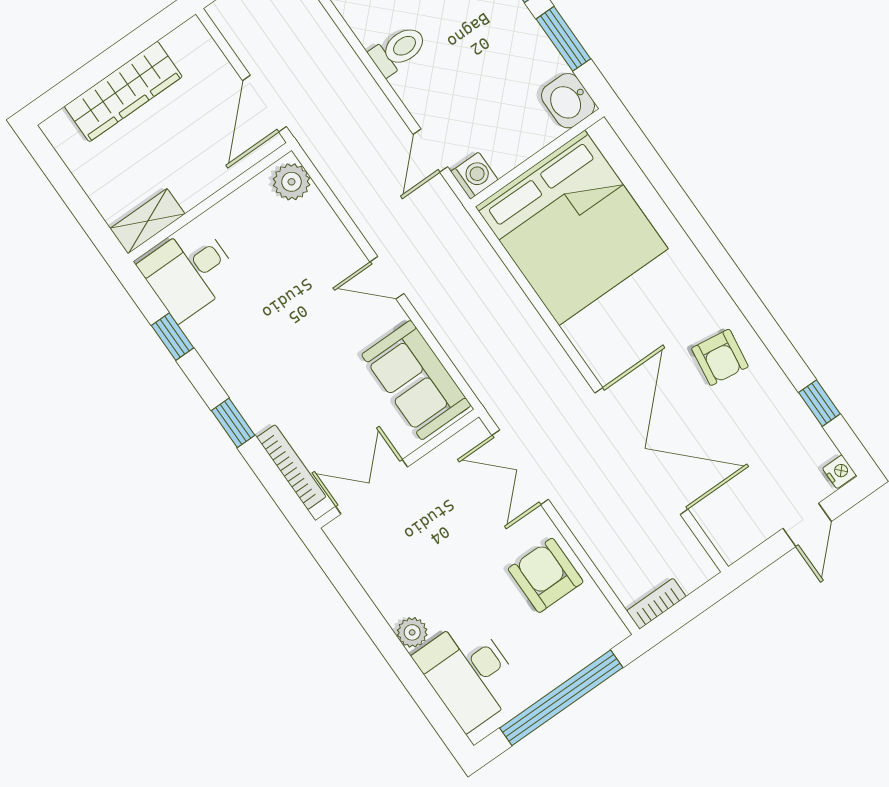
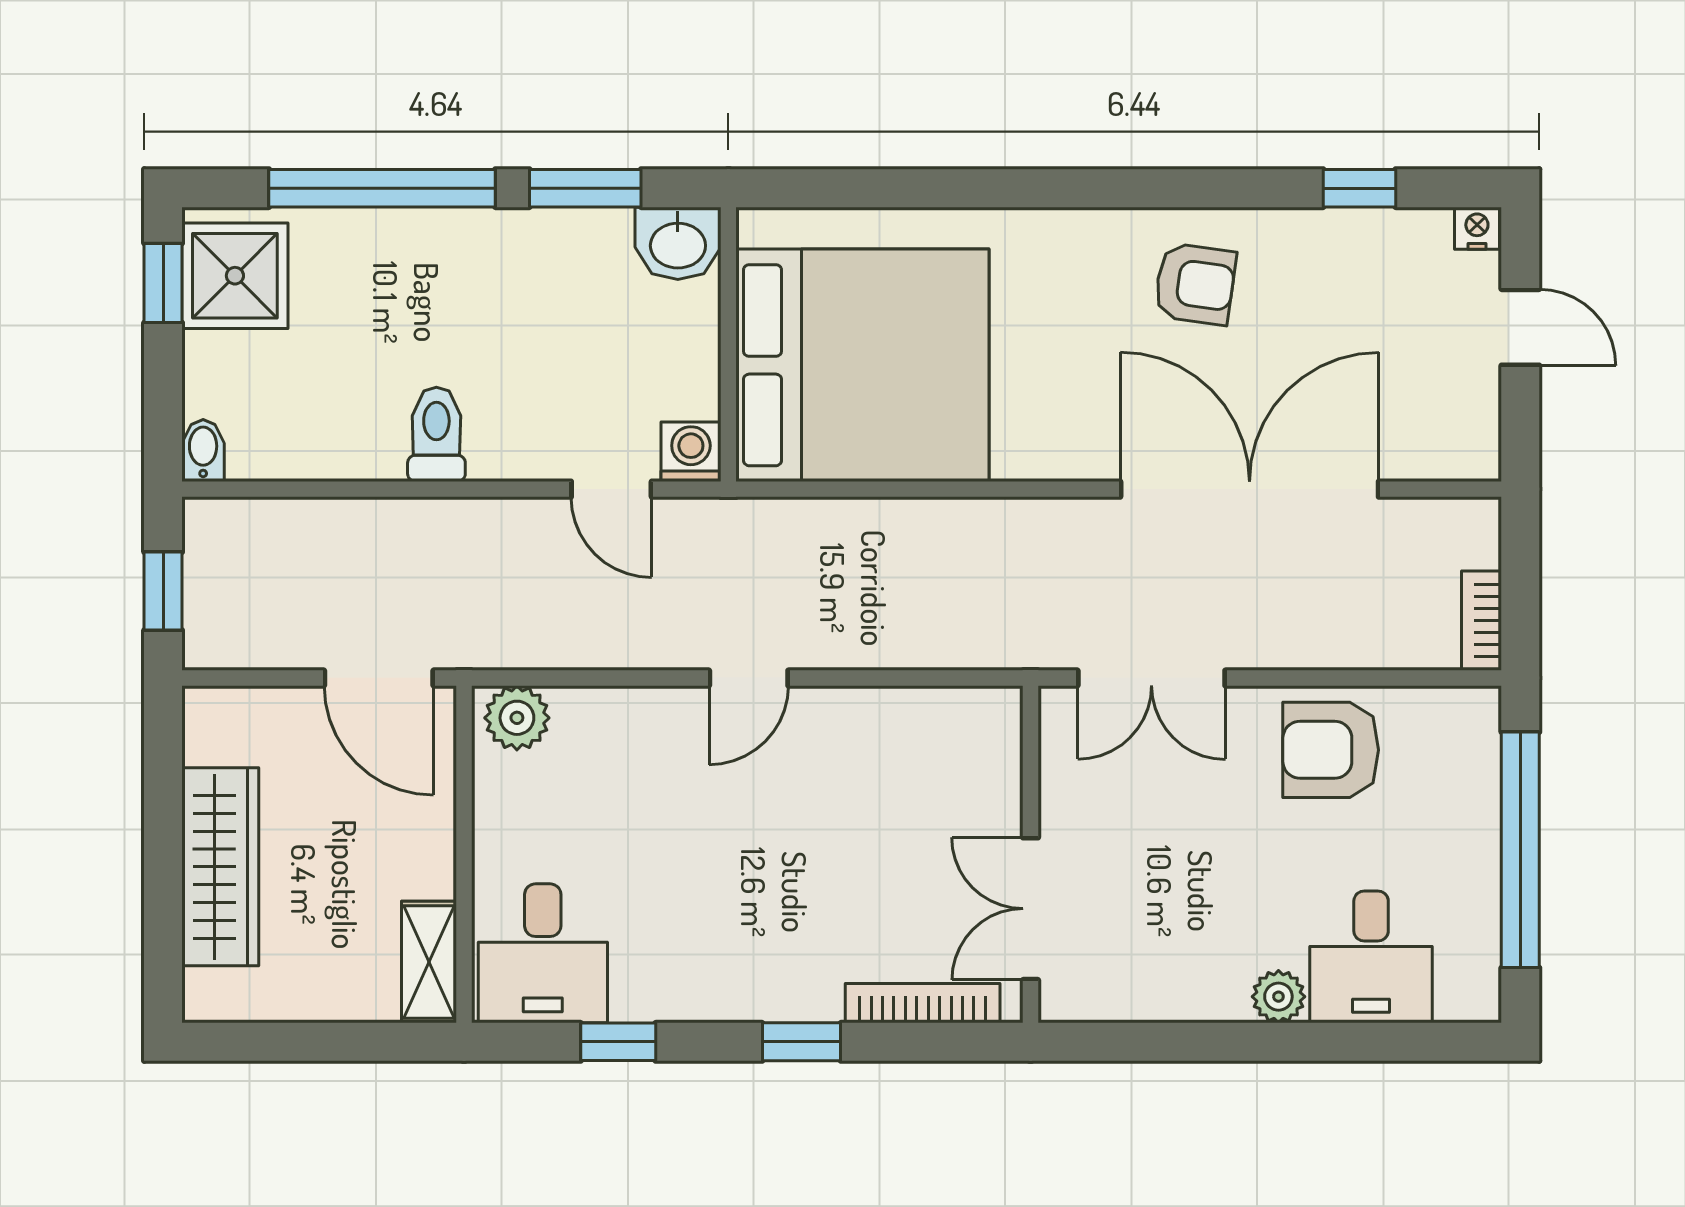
sofa: (416, 380) -> (924, 739), removed
desk: (469, 674) -> (1371, 957), width x0.73

